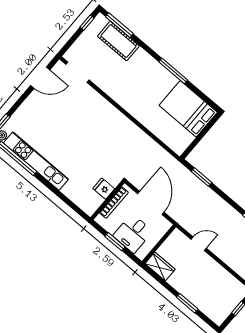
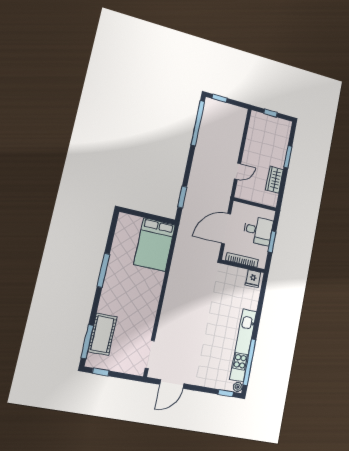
door: (40, 78) -> (172, 384), swing flipped
bed: (188, 109) -> (155, 245), moved
fridge: (104, 189) -> (253, 279), moved
door: (199, 244) -> (238, 171), swing flipped
wardrobe: (160, 266) -> (274, 180), moved

